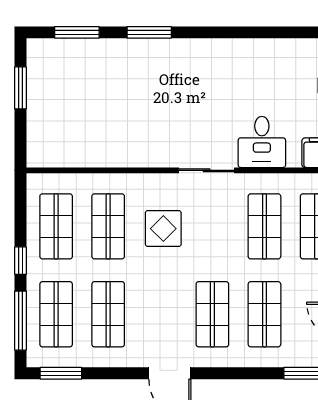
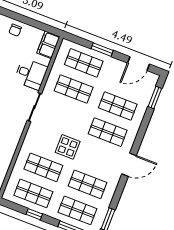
display table: (163, 229) -> (68, 147), moved
window: (21, 261) -> (34, 214), moved

